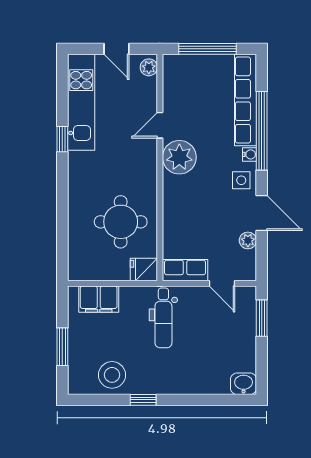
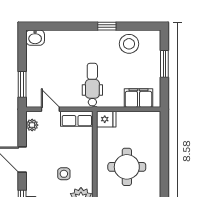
side table: (241, 180) -> (64, 174), moved
round table: (121, 222) -> (127, 167), moved
plant: (248, 240) -> (32, 125), moved

